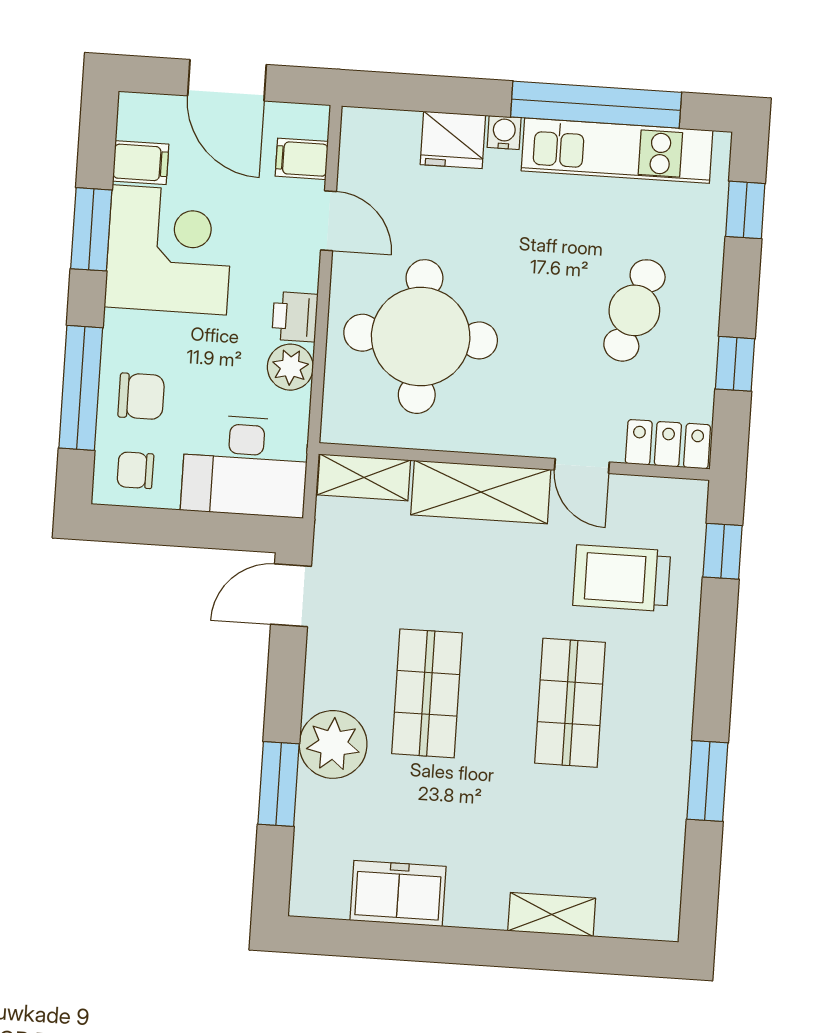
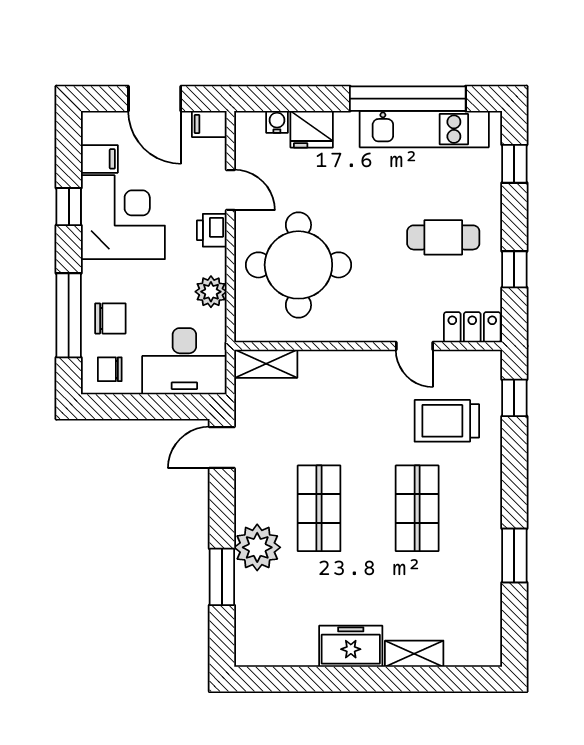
water cooler: (504, 133) -> (277, 122), moved
filing cabinet: (302, 159) -> (209, 124), moved
window: (91, 229) -> (69, 207), width x0.67
cafe table: (634, 310) -> (443, 237), turned 73
printer: (295, 317) -> (212, 230), moved
shelving: (481, 492) -> (347, 368), removed
freezer: (398, 893) -> (351, 646), moved

